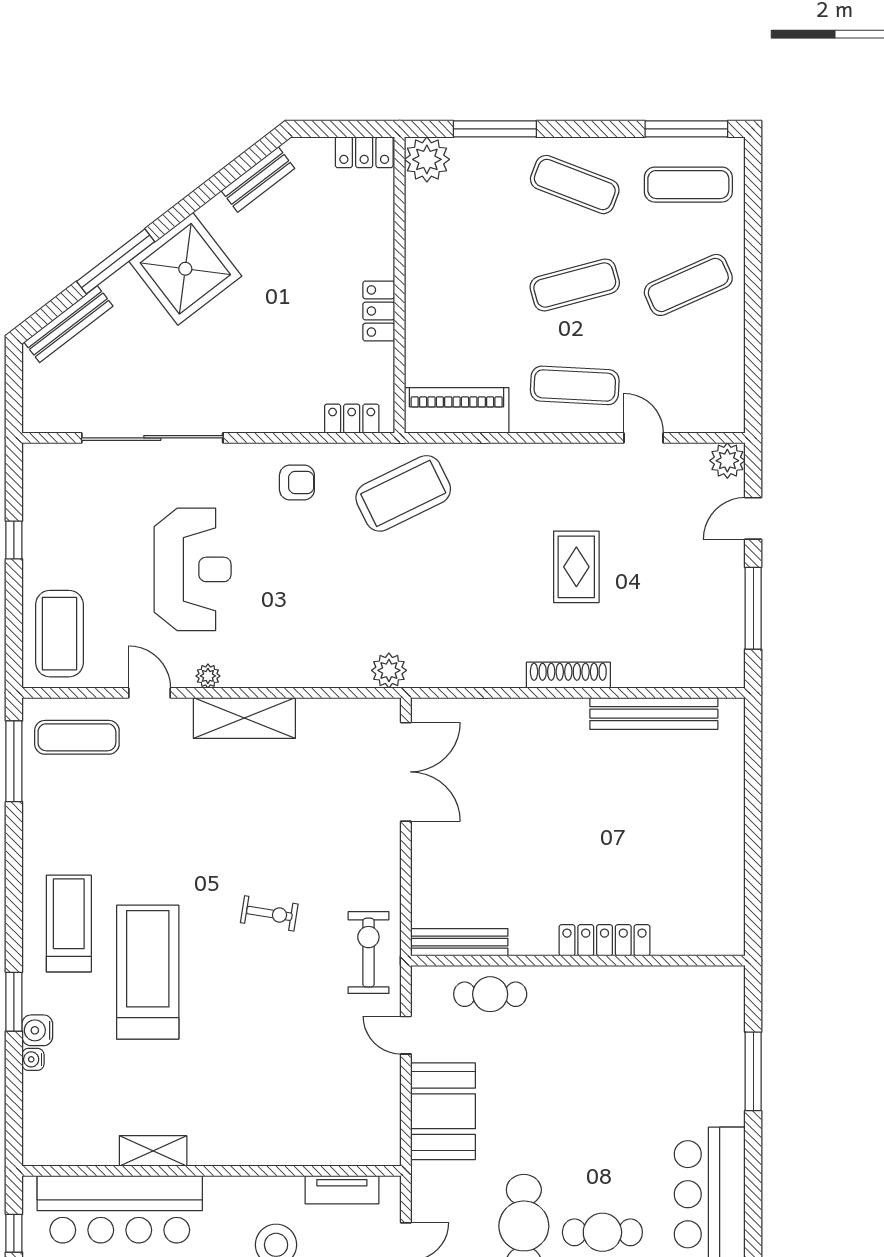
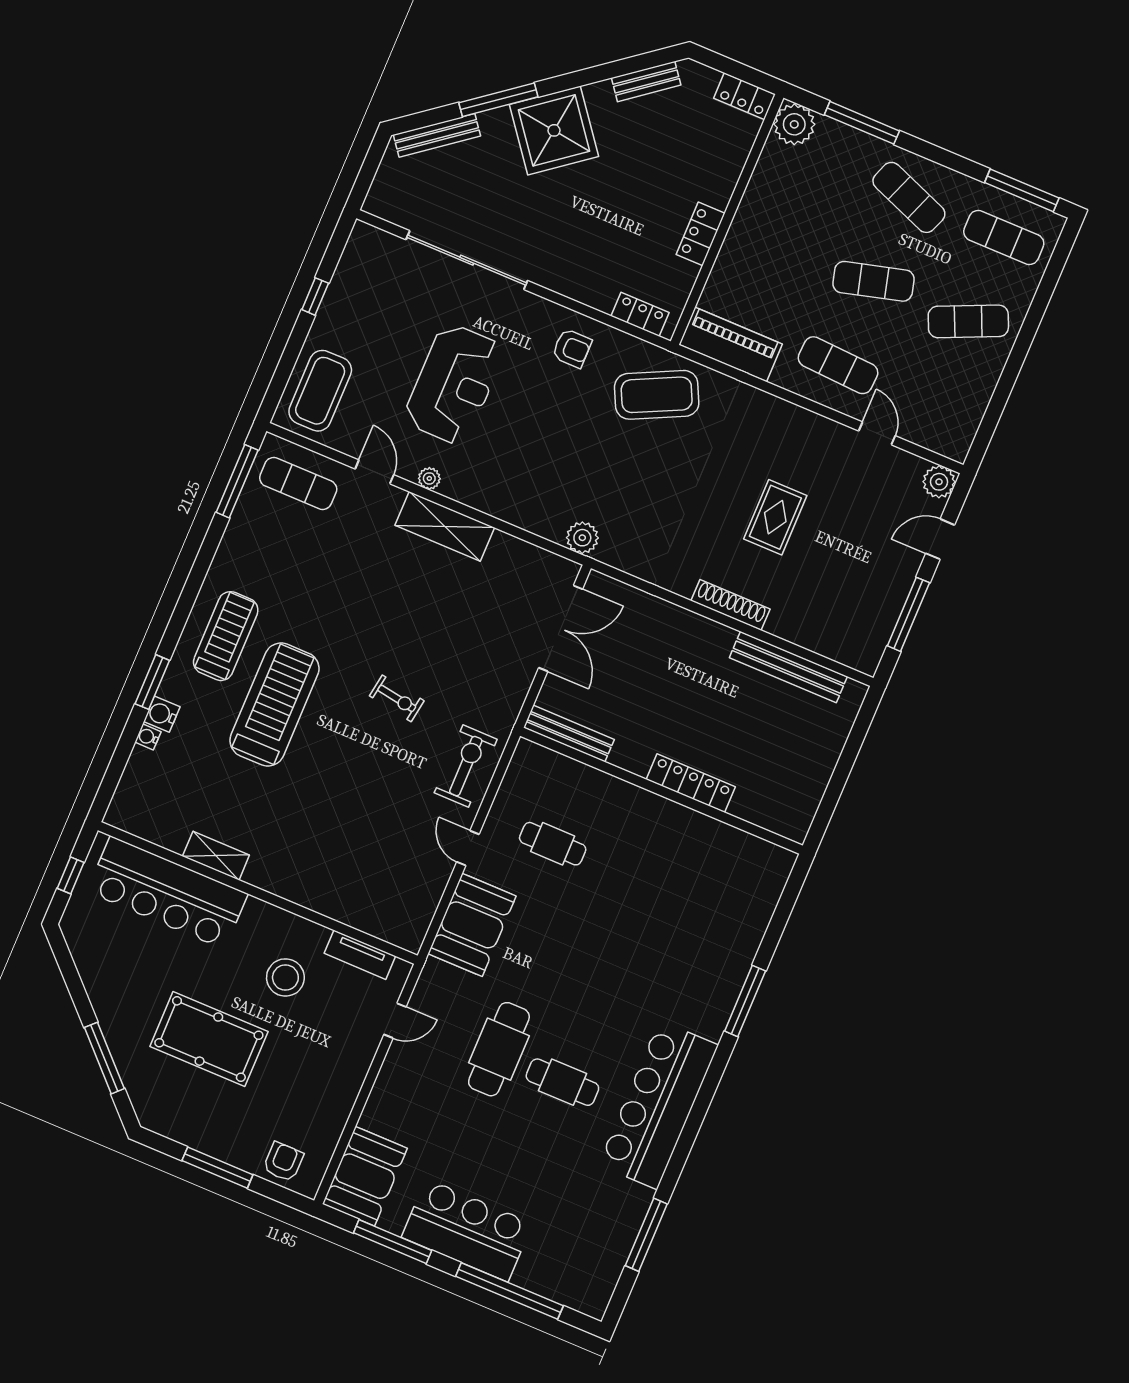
locker: (604, 940) -> (691, 783), moved
bench: (459, 942) -> (569, 734), moved
wall: (578, 961) -> (661, 791), moved

